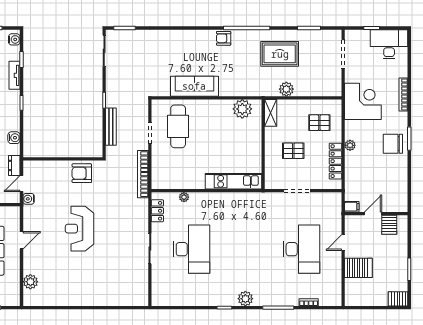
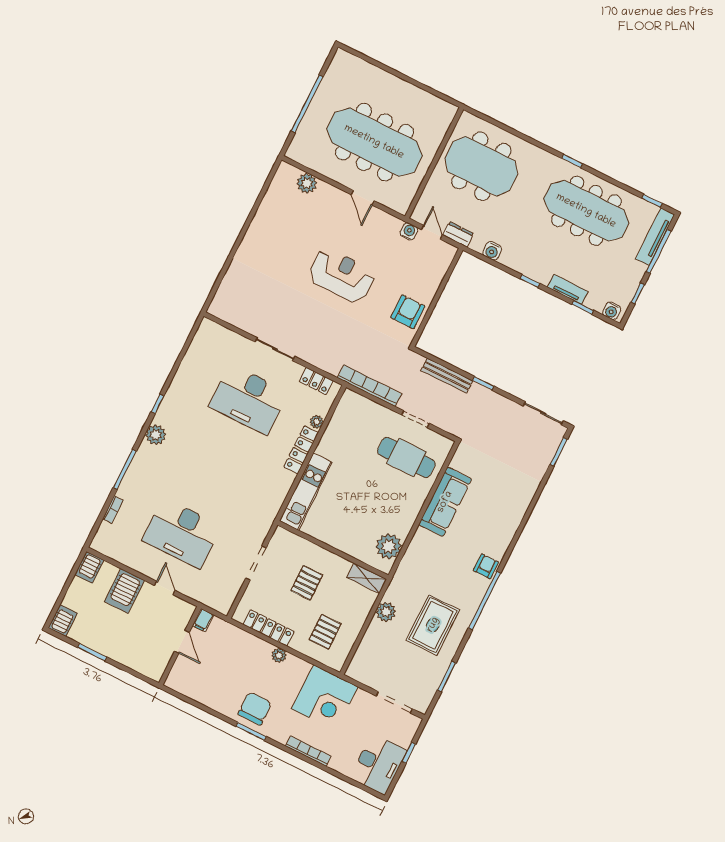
locker: (208, 198) -> (301, 450), added
server rack: (389, 225) -> (89, 567), moved, turned -90

